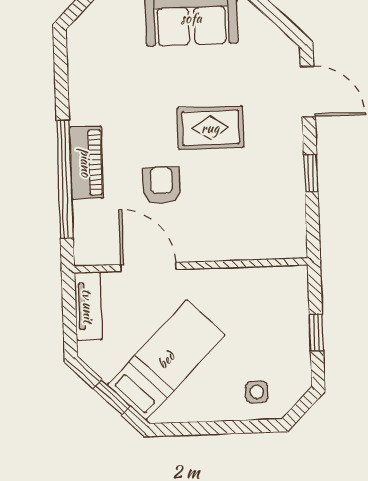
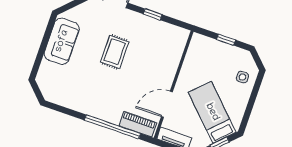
piano: (86, 163) -> (138, 124), moved
armchair: (161, 185) -> (132, 84), removed

